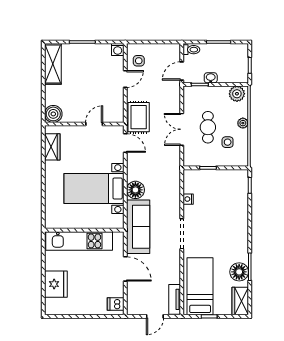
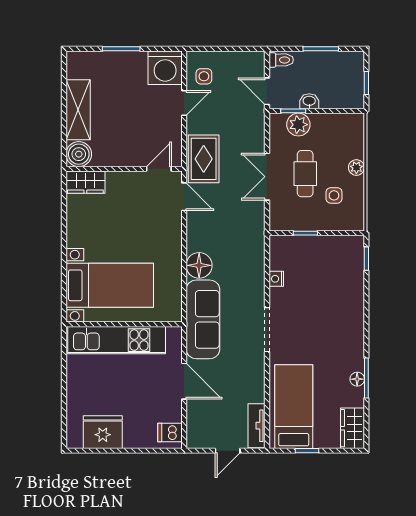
washing machine: (118, 50) -> (165, 68), width x1.89, depth x1.89
shelving: (53, 64) -> (78, 110), moved
door: (182, 71) -> (267, 91), hinge flipped
plant: (237, 94) -> (298, 125), moved
door: (94, 124) -> (159, 169), moved
wardrobe: (52, 147) -> (85, 182), moved, turned 90
bed with nightstands: (94, 189) -> (110, 285), moved, turned 180
floor lamp: (239, 272) -> (357, 379), width x0.53, depth x0.53
fridge: (56, 284) -> (103, 432), moved, turned -90

